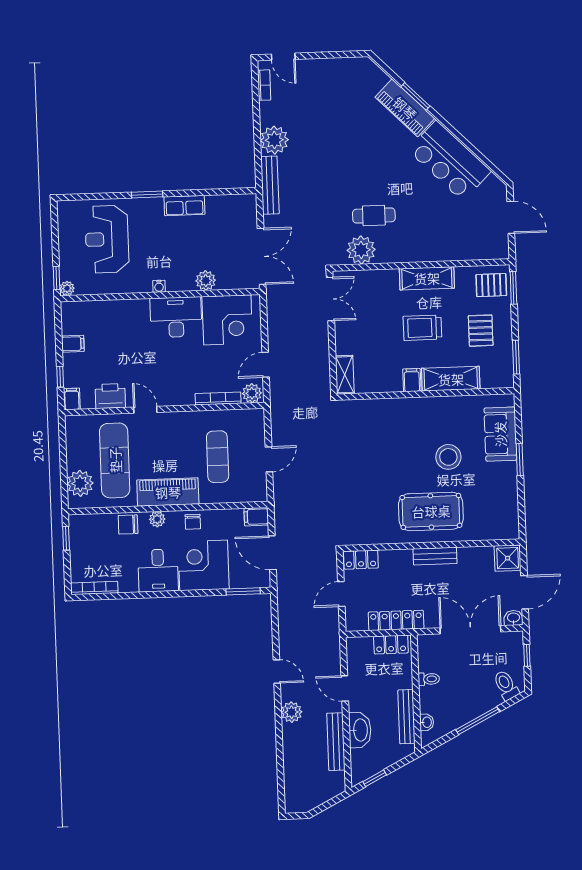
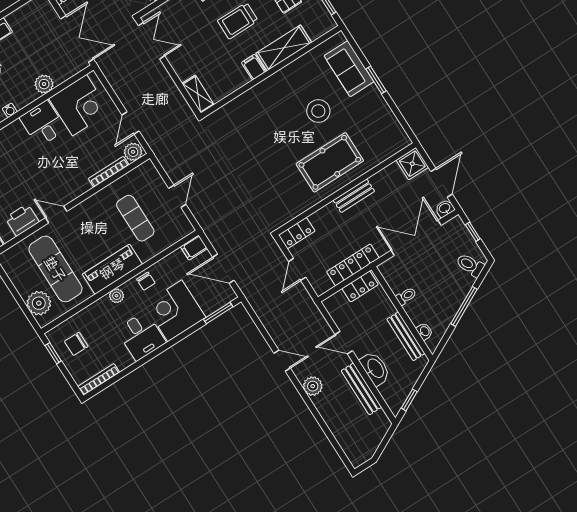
desk: (176, 317) -> (43, 124), width x0.73
chair: (128, 524) -> (76, 344), moved

